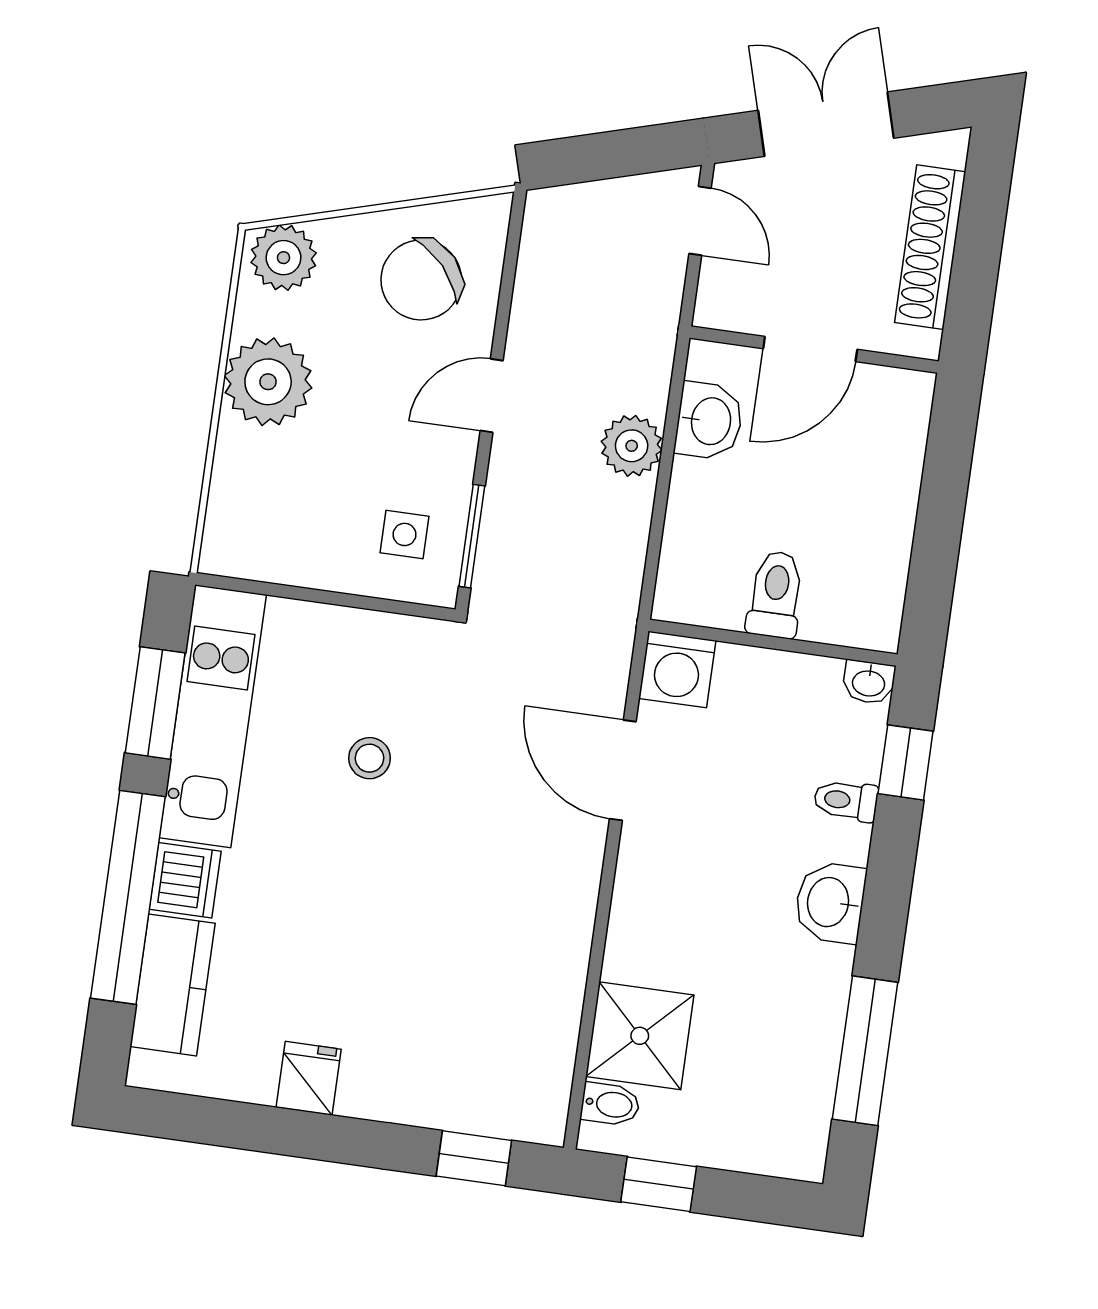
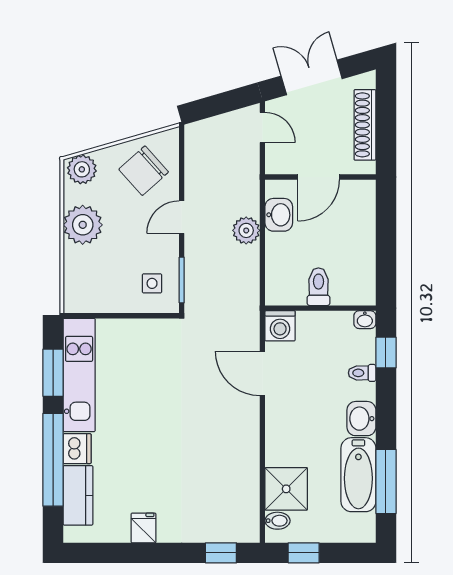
stool: (370, 758) -> (150, 384), removed
bathtub: (806, 1027) -> (358, 475), added

